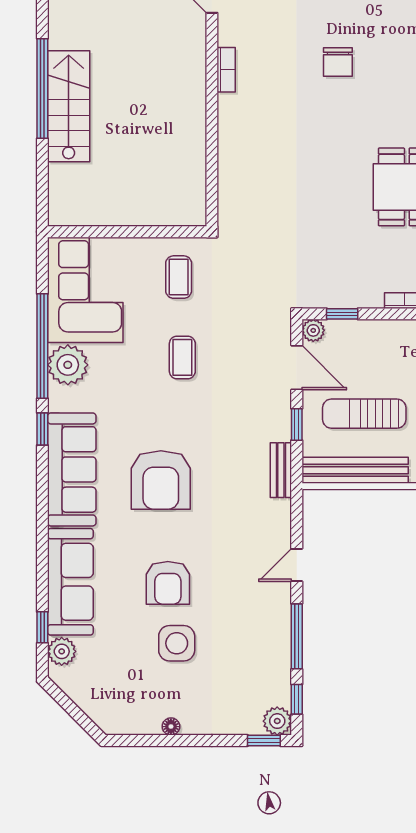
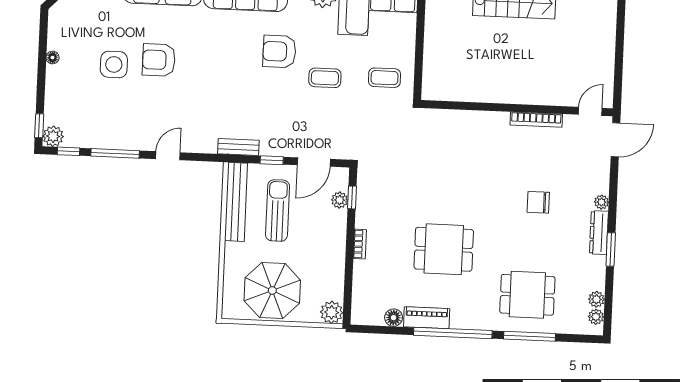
bookcase: (226, 70) -> (536, 120), width x1.56
plant: (313, 330) -> (340, 200), moved
armchair: (161, 480) -> (279, 51), moved, width x0.73, depth x0.73
door: (297, 565) -> (168, 156), hinge flipped

